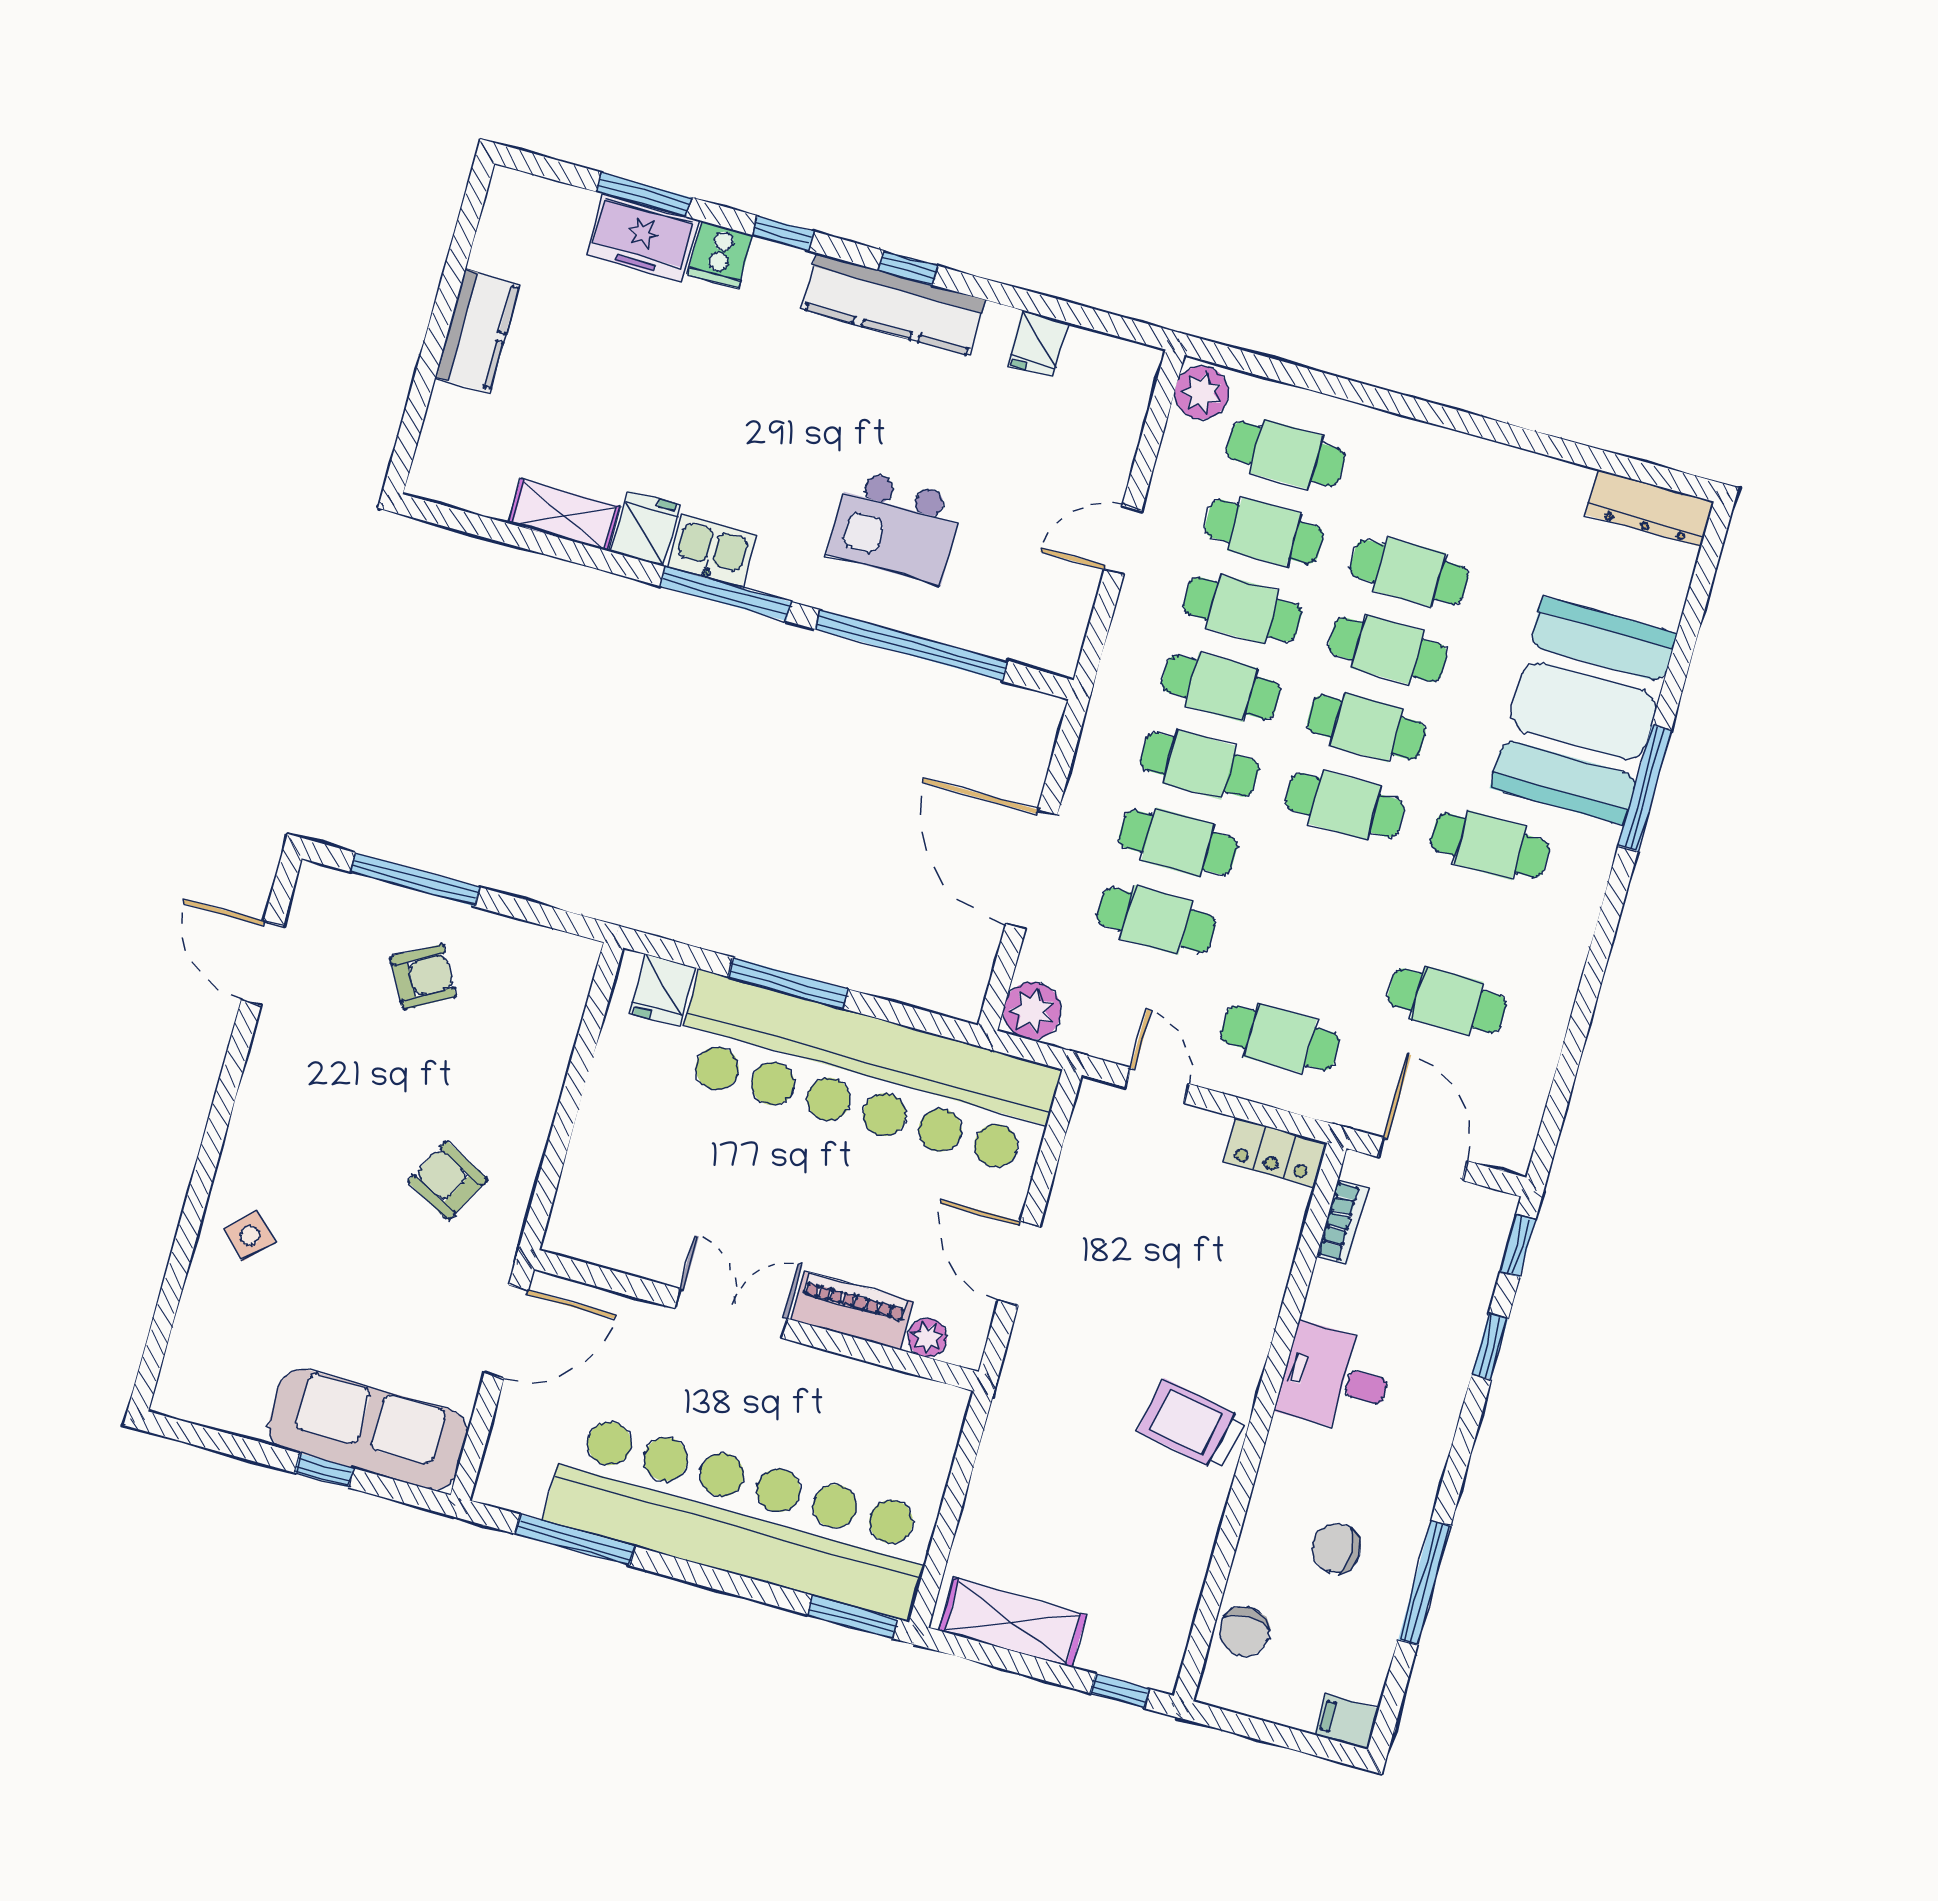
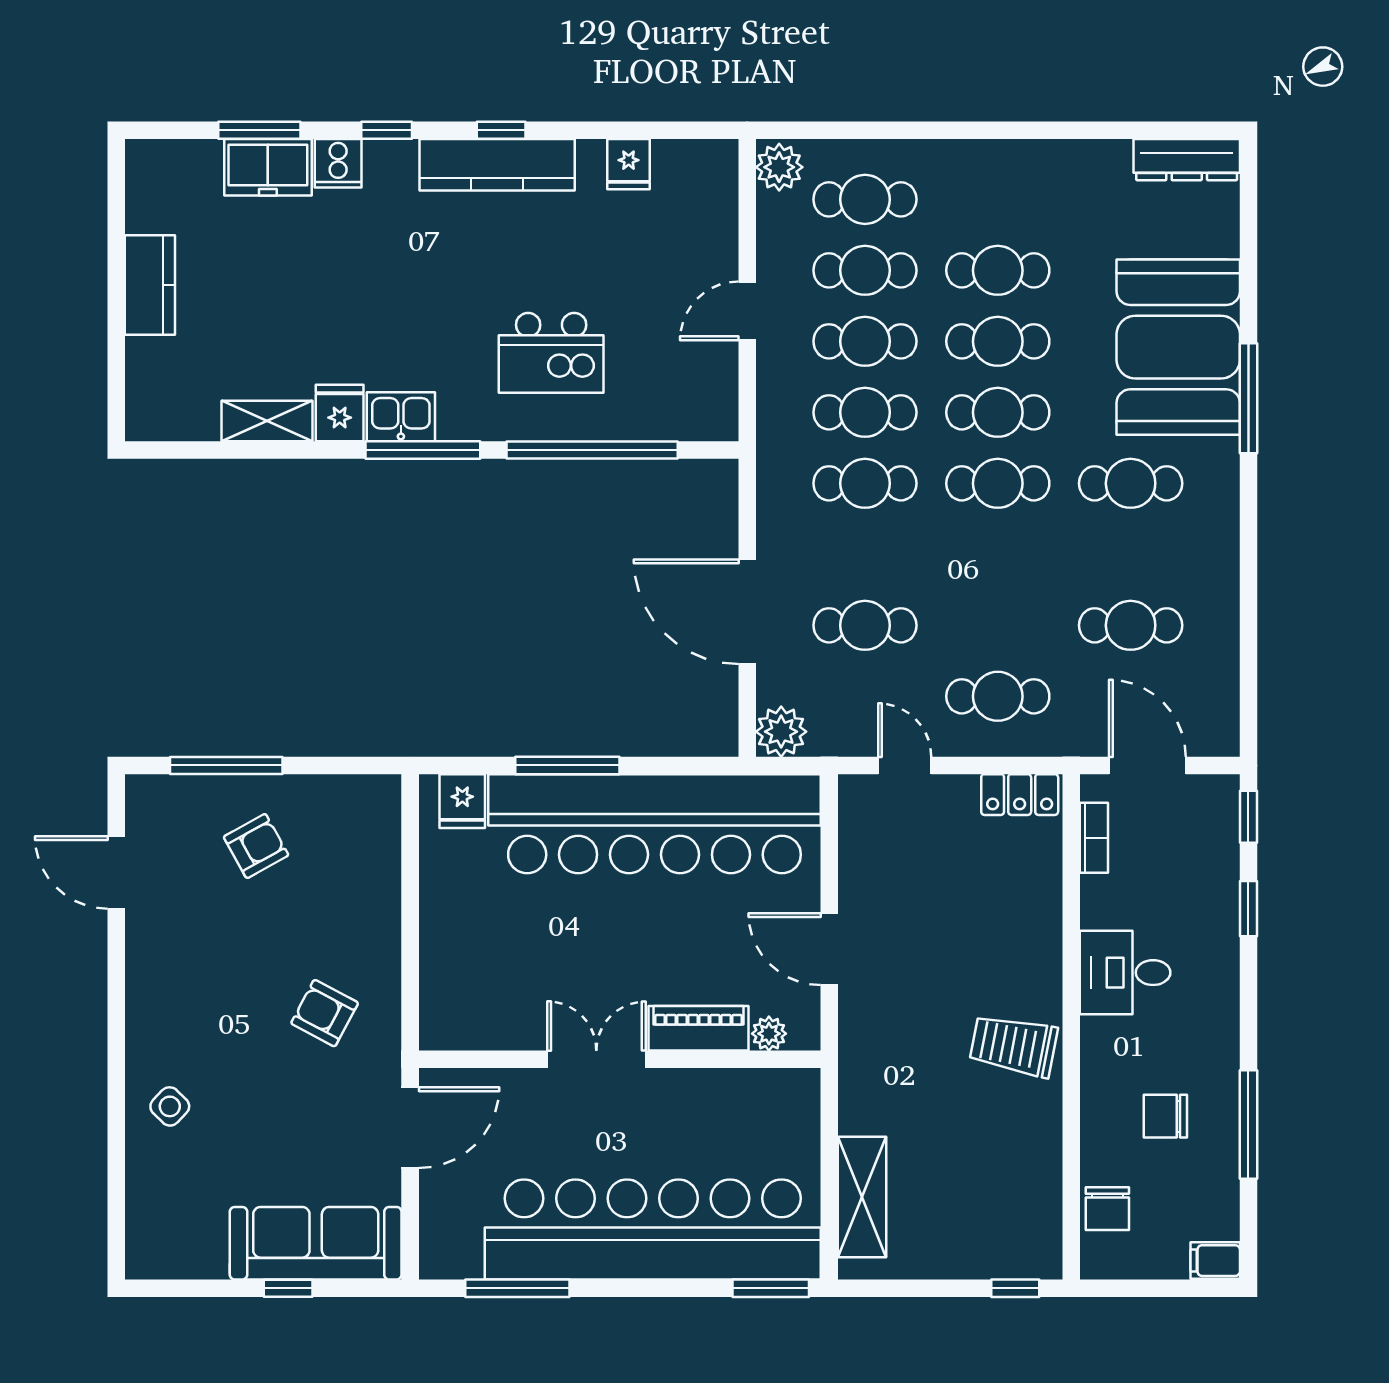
cafe table: (1178, 842) -> (865, 554), removed
shelving: (1013, 1623) -> (862, 1197), moved, turned 90

